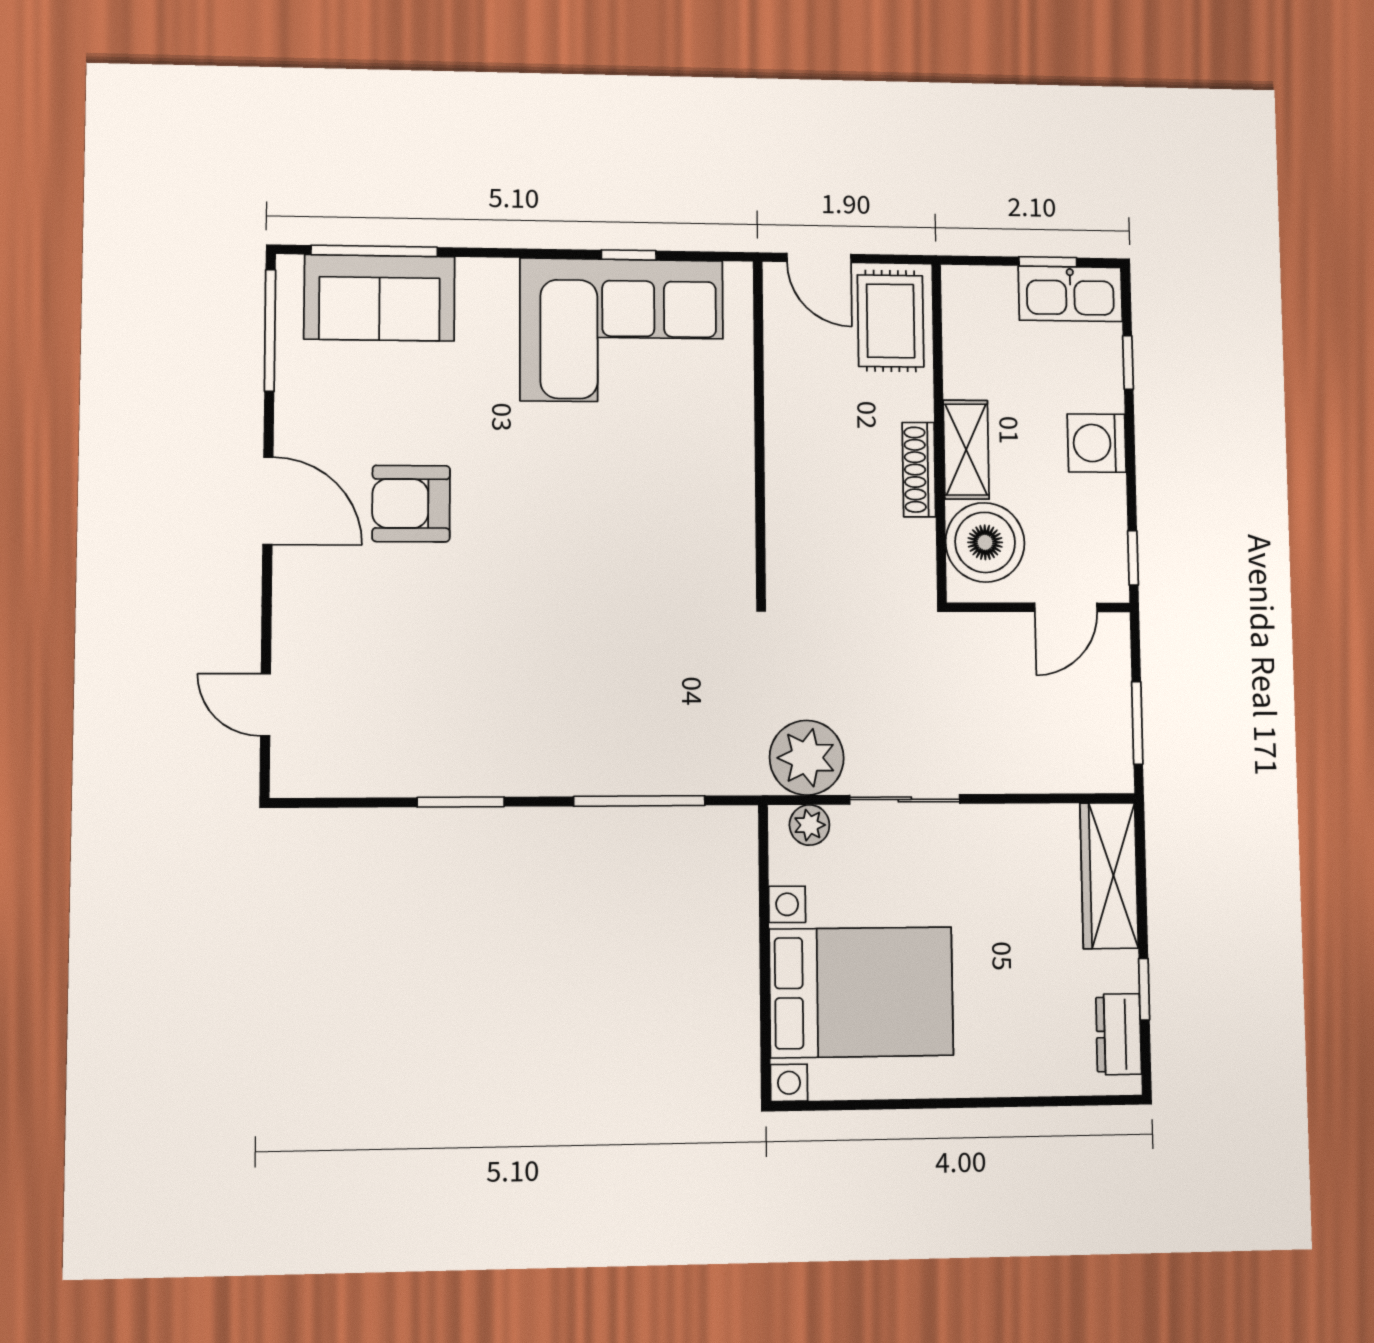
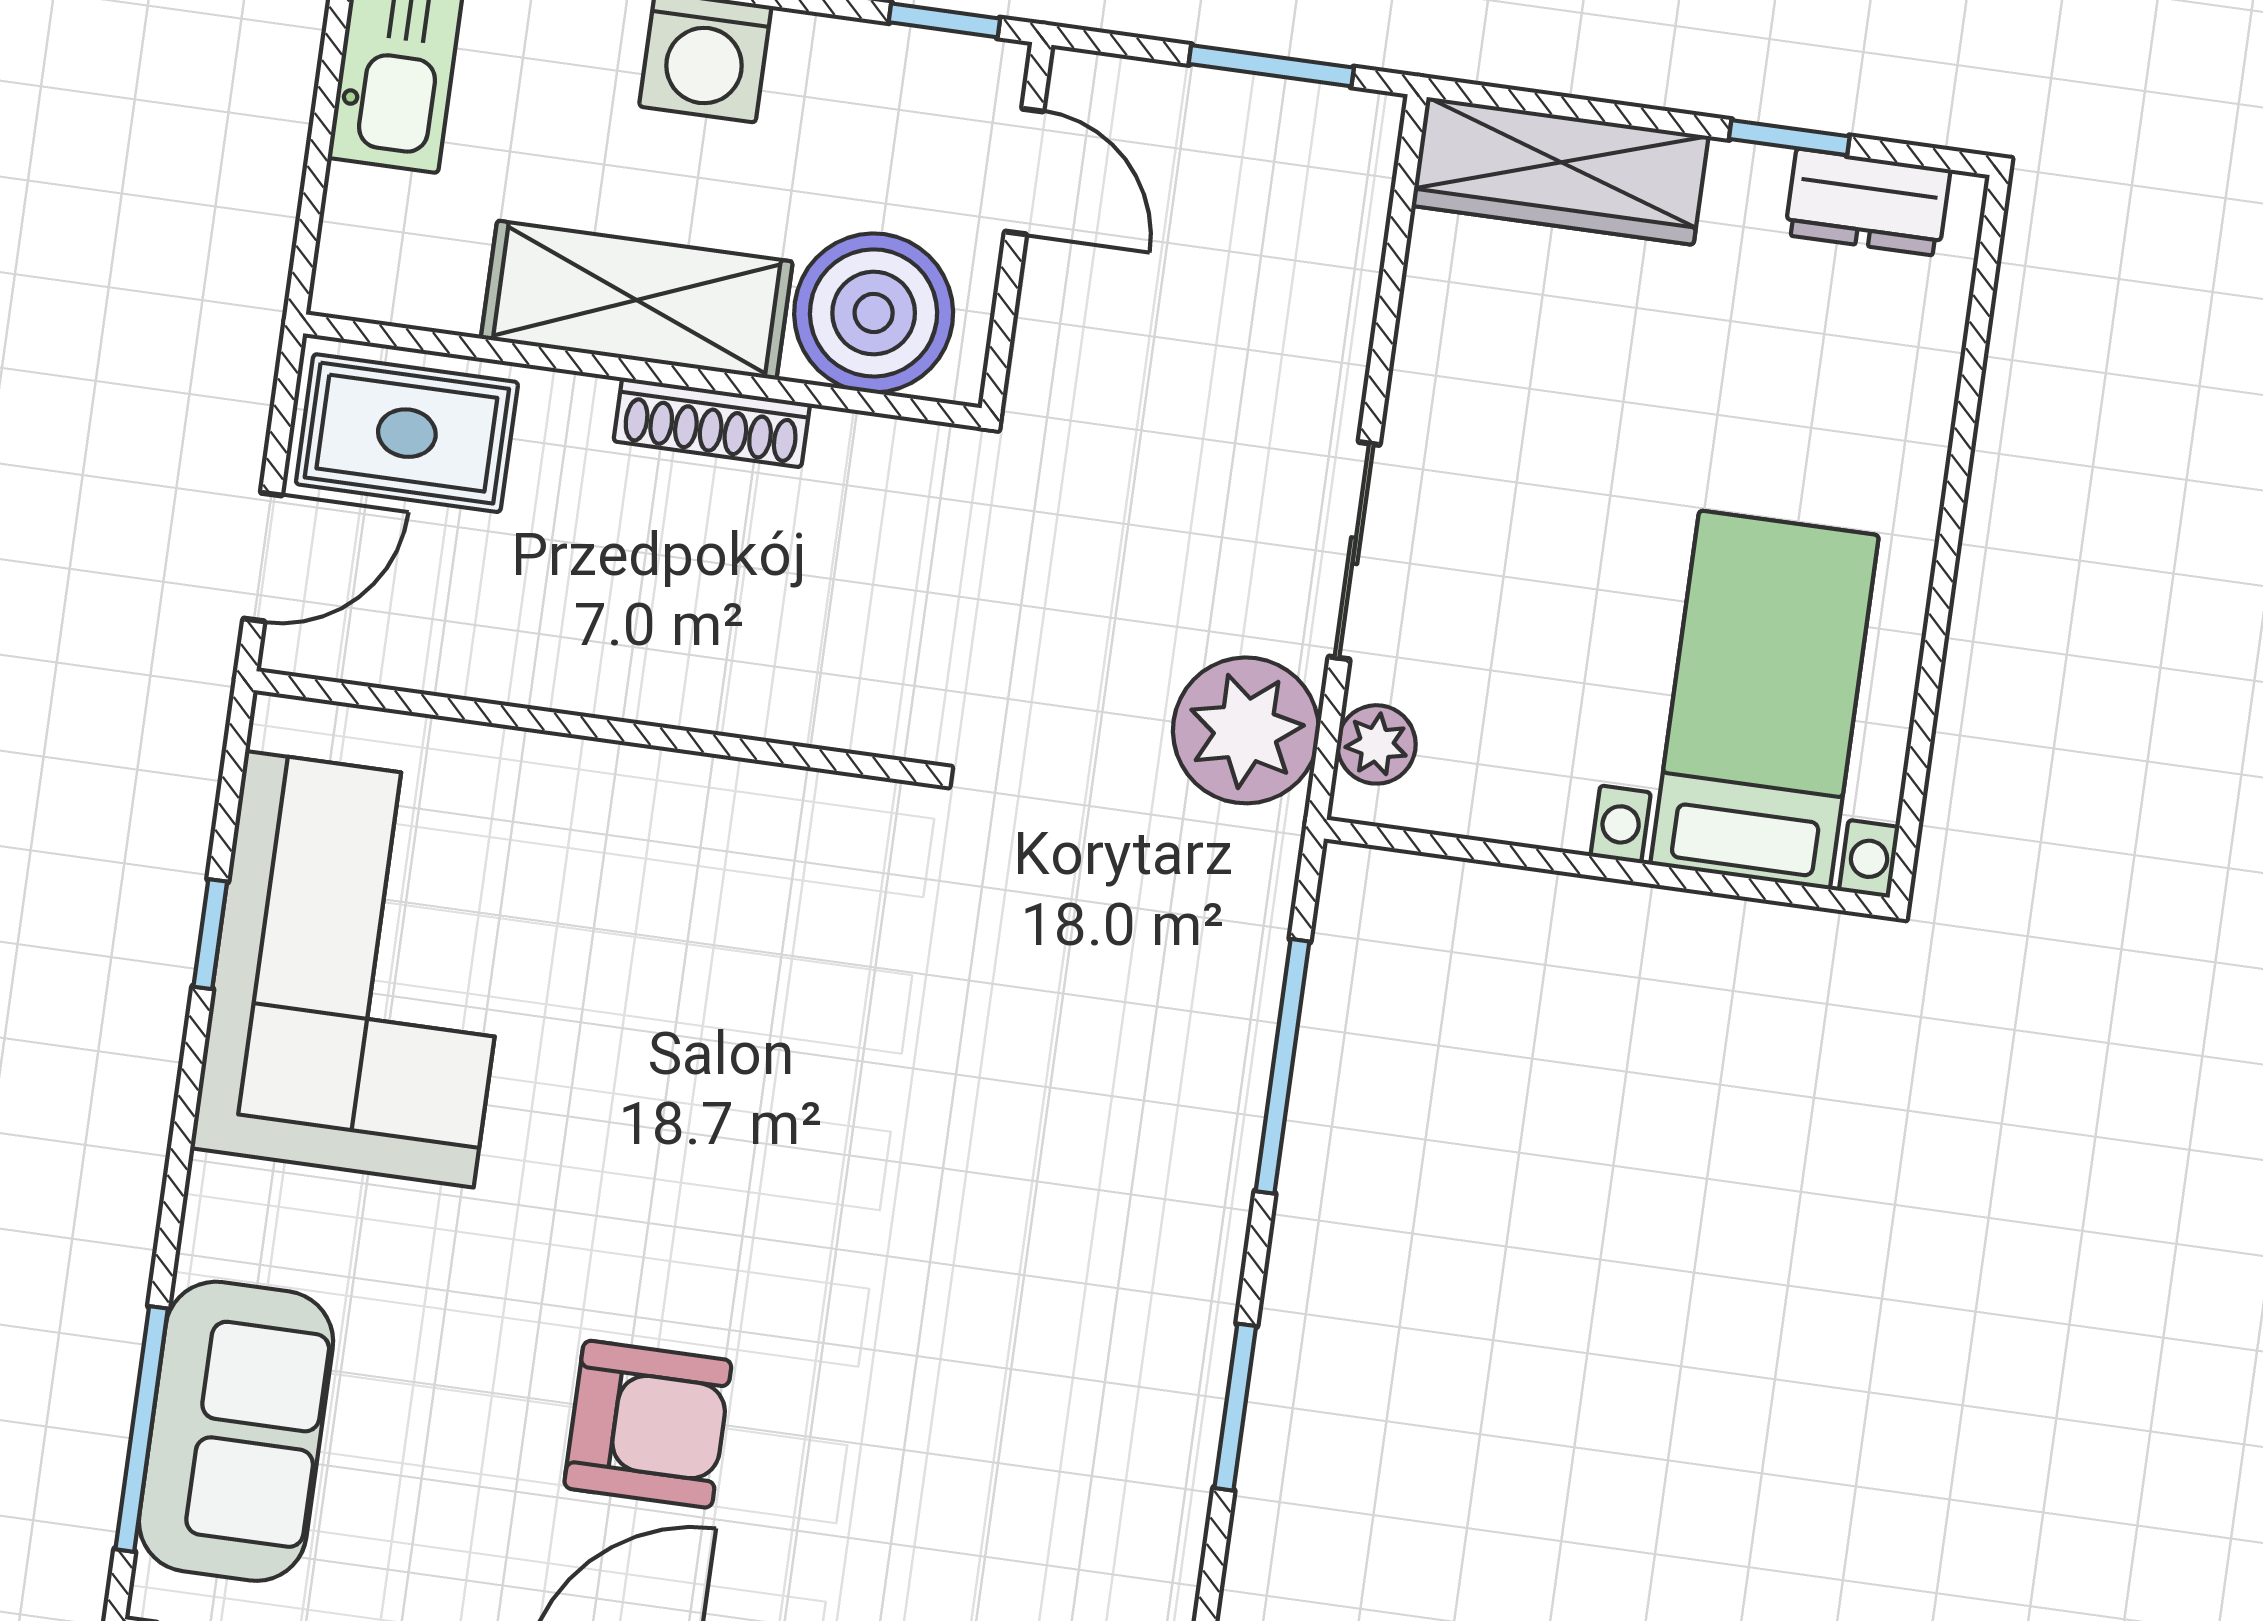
window: (1048, 262) -> (327, 96), removed
shelving: (966, 450) -> (637, 300), width x1.50, depth x1.33
armchair: (411, 504) -> (648, 1424), turned -90
bed with nightstands: (861, 992) -> (1764, 700), width x0.73

